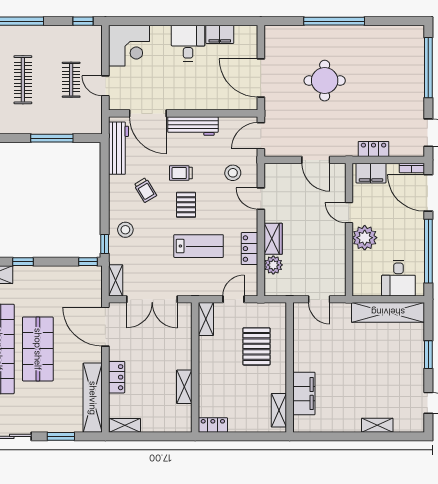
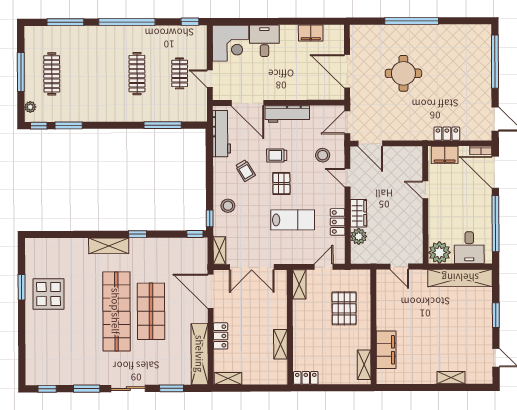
desk: (188, 43) -> (264, 41), moved
door: (316, 160) -> (370, 144), moved
plant: (365, 238) -> (439, 253), moved

